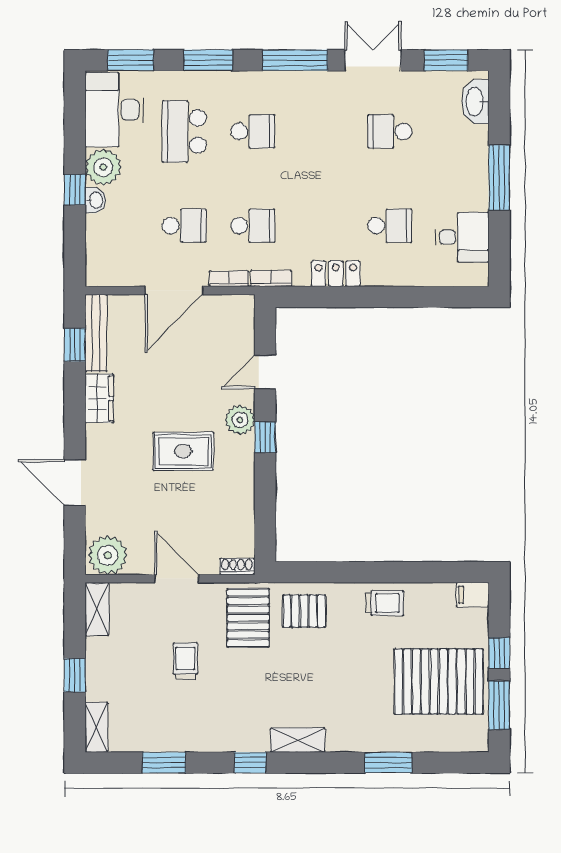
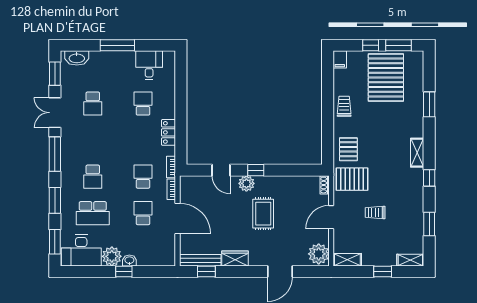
school desk: (253, 131) -> (93, 177), turned 180

